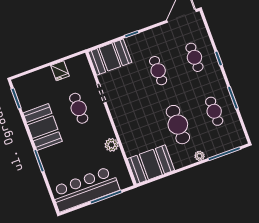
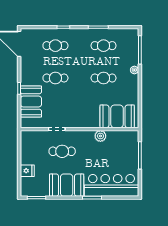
booth: (110, 57) -> (31, 101), moved
fridge: (60, 71) -> (27, 171), moved
cafe table: (178, 125) -> (104, 78), width x0.73, depth x0.74
booth: (151, 165) -> (117, 116), moved, turned 90
bar counter: (85, 189) -> (111, 185), moved, turned 90

